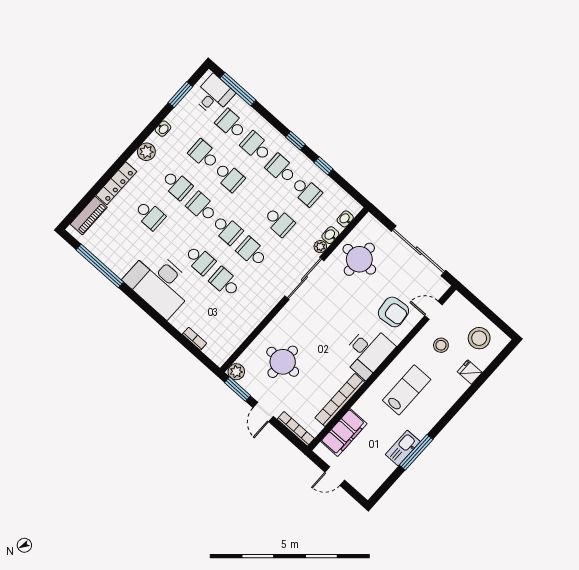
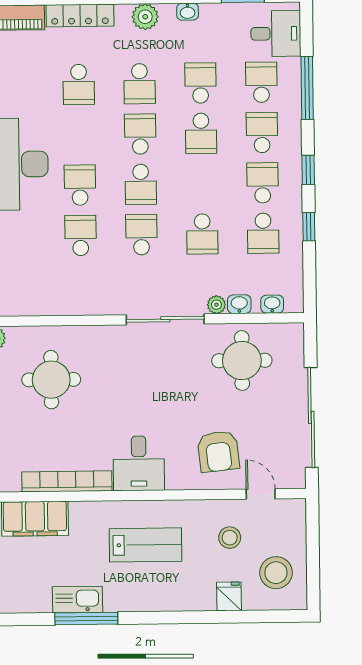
window: (238, 89) -> (307, 88), moved
school desk: (200, 260) -> (80, 185), turned 180
desk: (368, 352) -> (139, 463), width x0.73

